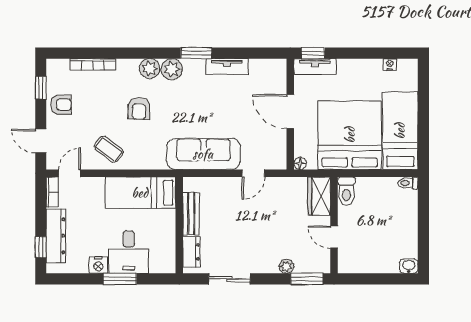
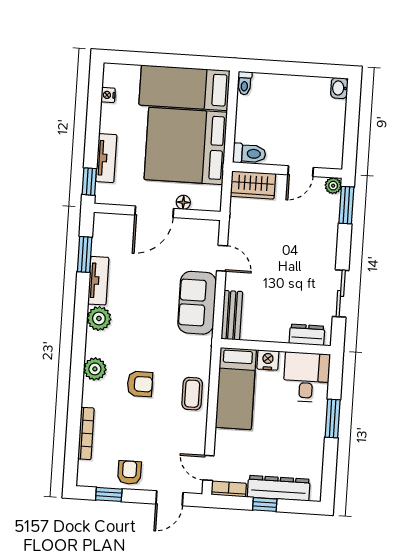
window: (196, 53) -> (85, 254), moved
tv unit: (315, 67) -> (106, 158), moved
plant: (172, 69) -> (99, 318), moved
coffee table: (109, 149) -> (192, 394), moved, turned -37
sofa: (203, 154) -> (197, 303), width x0.73
floor lamp: (300, 163) -> (183, 202), moved
bench: (191, 214) -> (232, 315), moved, turned 90
window: (41, 247) -> (265, 505), moved
desk: (129, 252) -> (306, 377), moved, turned -90
nightstand: (98, 265) -> (268, 360), moved, turned -90
plant: (286, 266) -> (333, 186), moved

